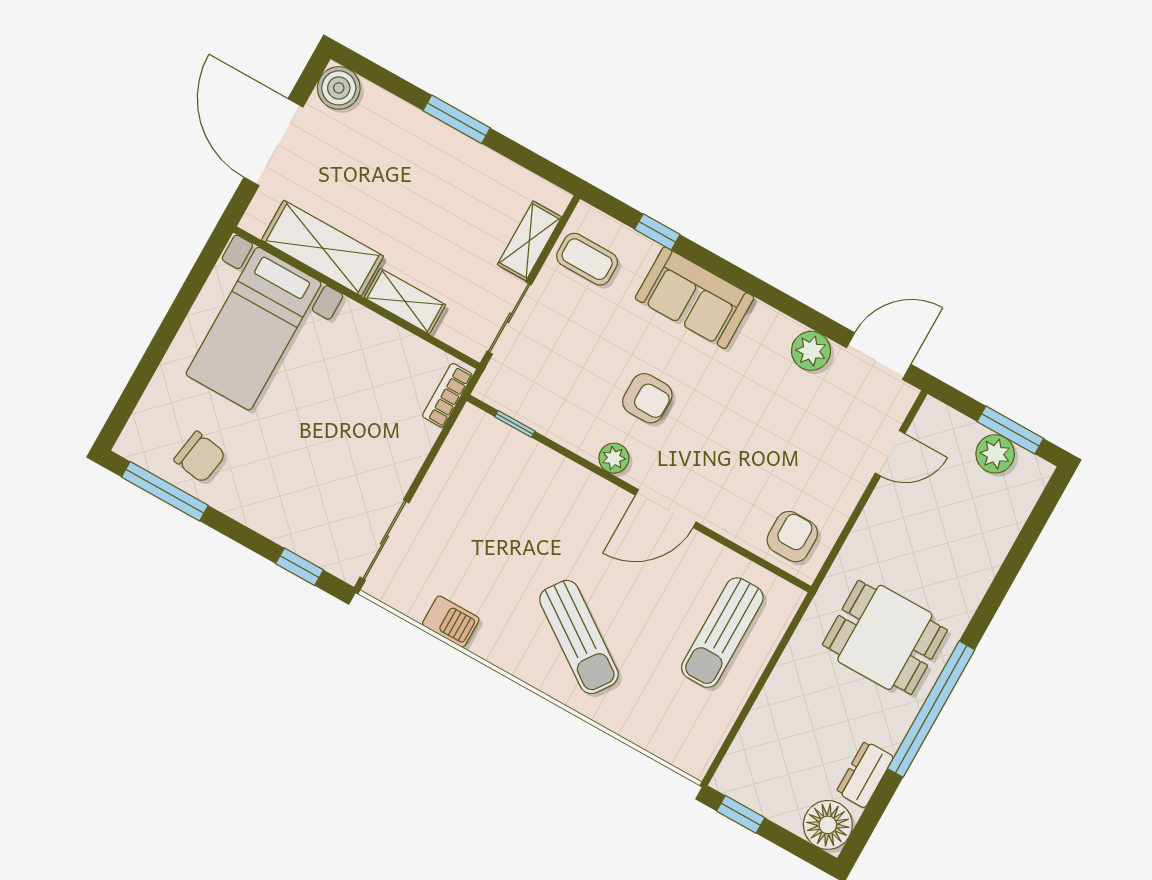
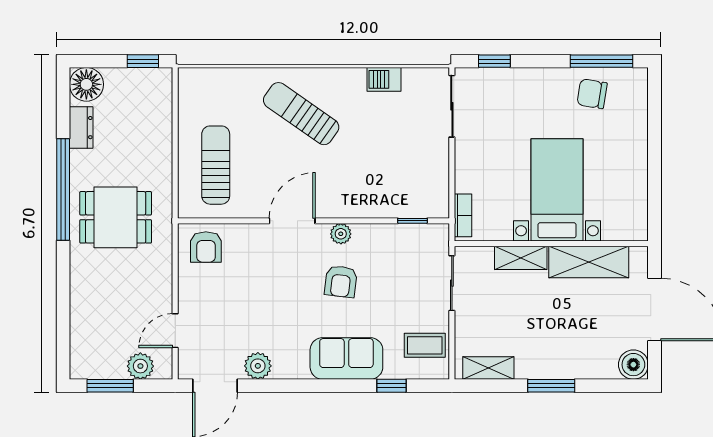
shelving: (529, 241) -> (488, 368), moved, turned 90
bed with nightstands: (254, 329) -> (557, 190), moved
armchair: (647, 398) -> (341, 282), turned -83
plant: (995, 454) -> (140, 366), moved

